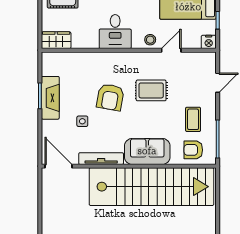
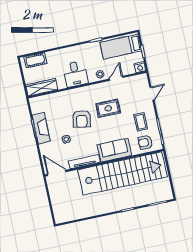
wardrobe: (56, 40) -> (42, 87), width x1.50

